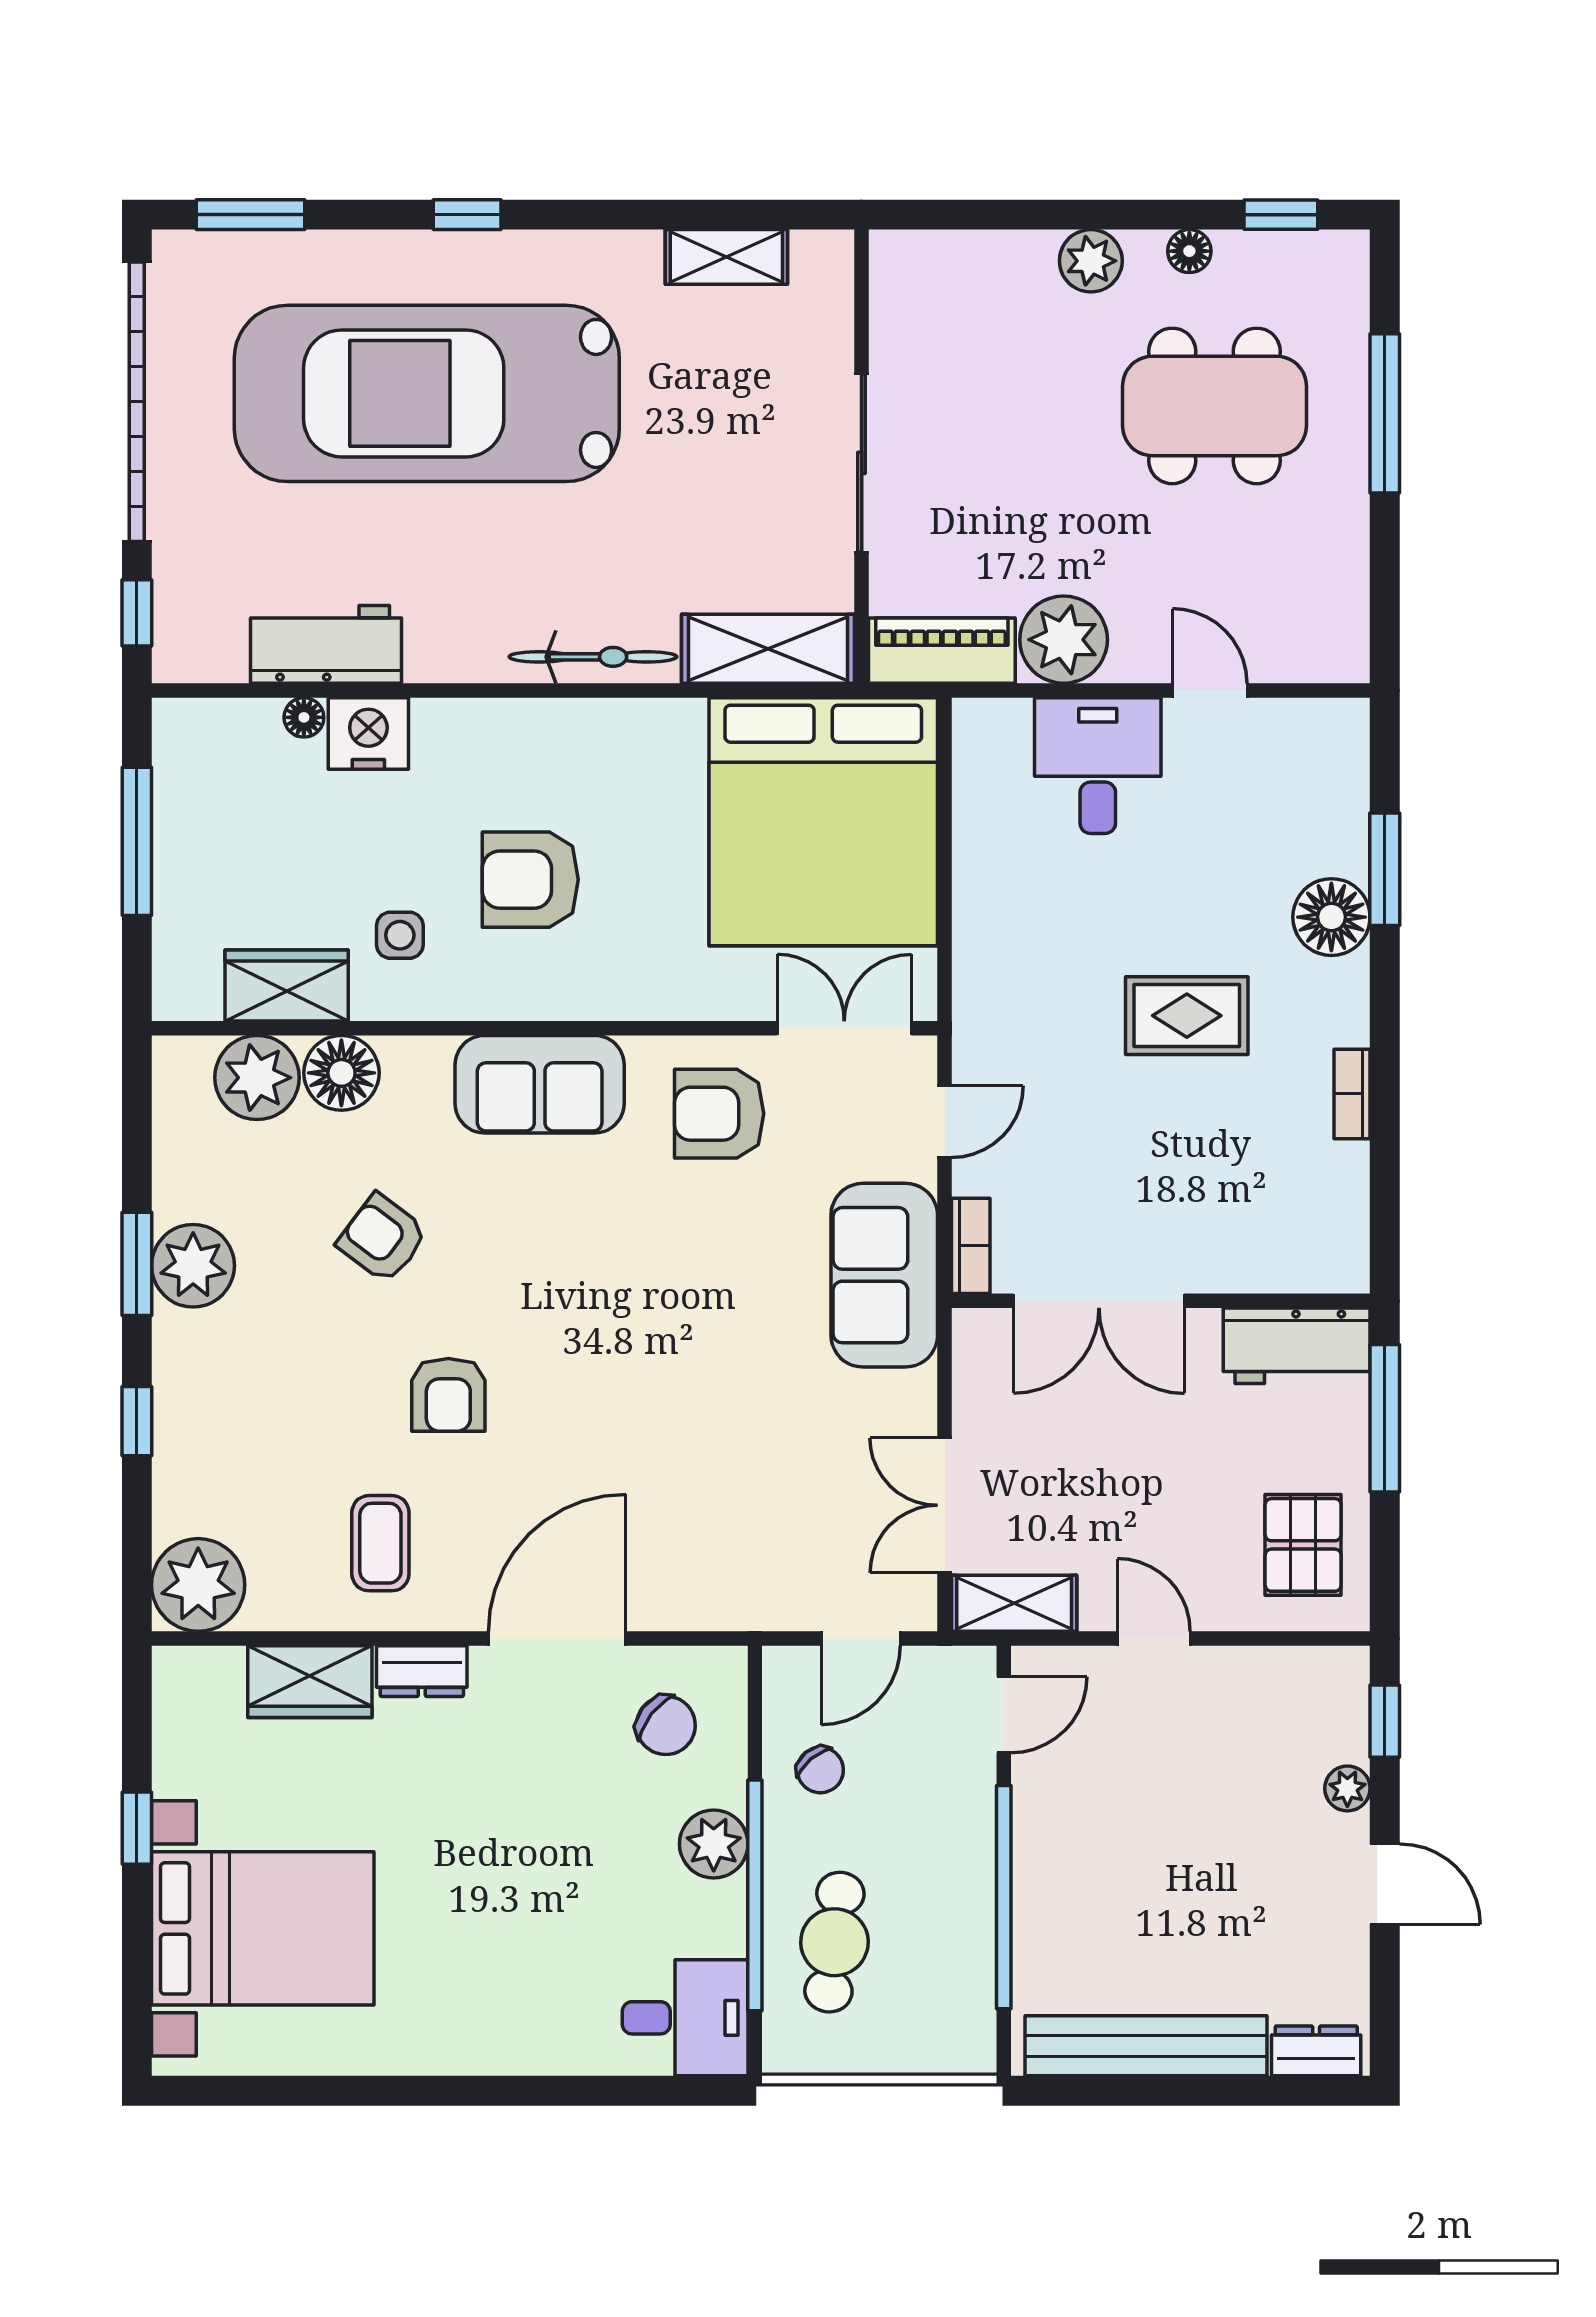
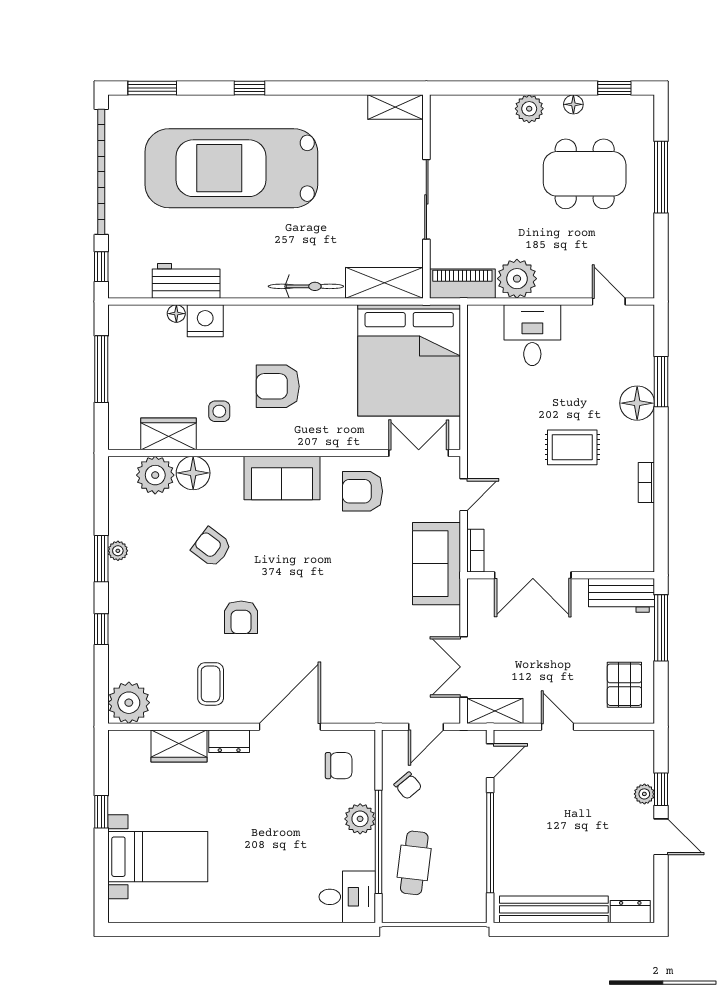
shelving: (726, 257) -> (395, 107), moved
door: (1210, 690) -> (609, 301), moved
plant: (193, 1266) -> (118, 551), width x0.53, depth x0.53
window: (1385, 1721) -> (661, 789), moved
chair: (666, 1725) -> (339, 766), turned -38
bed with nightstands: (263, 1928) -> (158, 857), width x0.73

